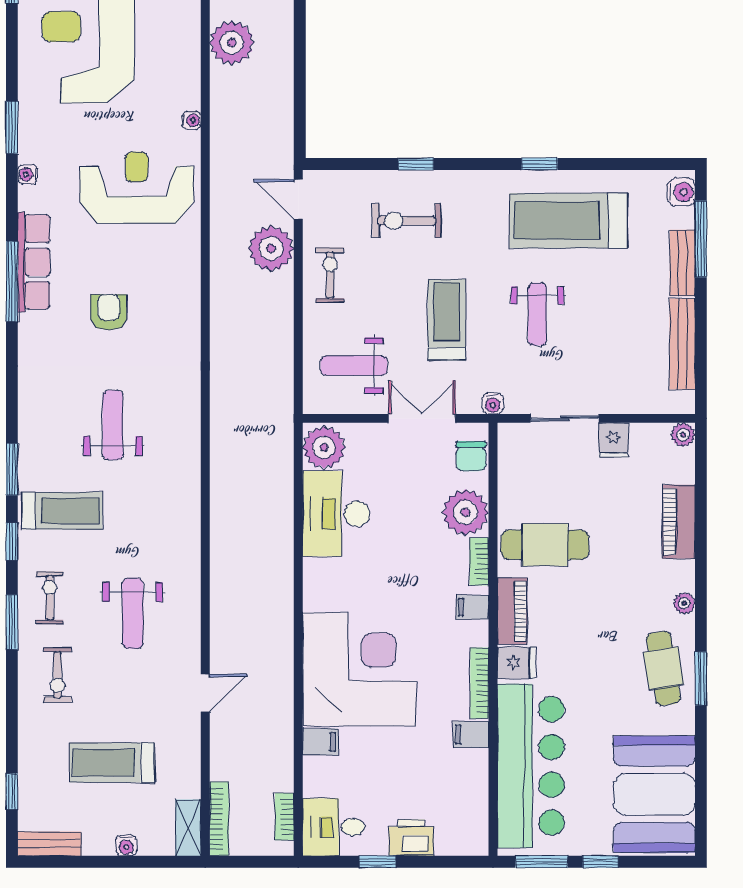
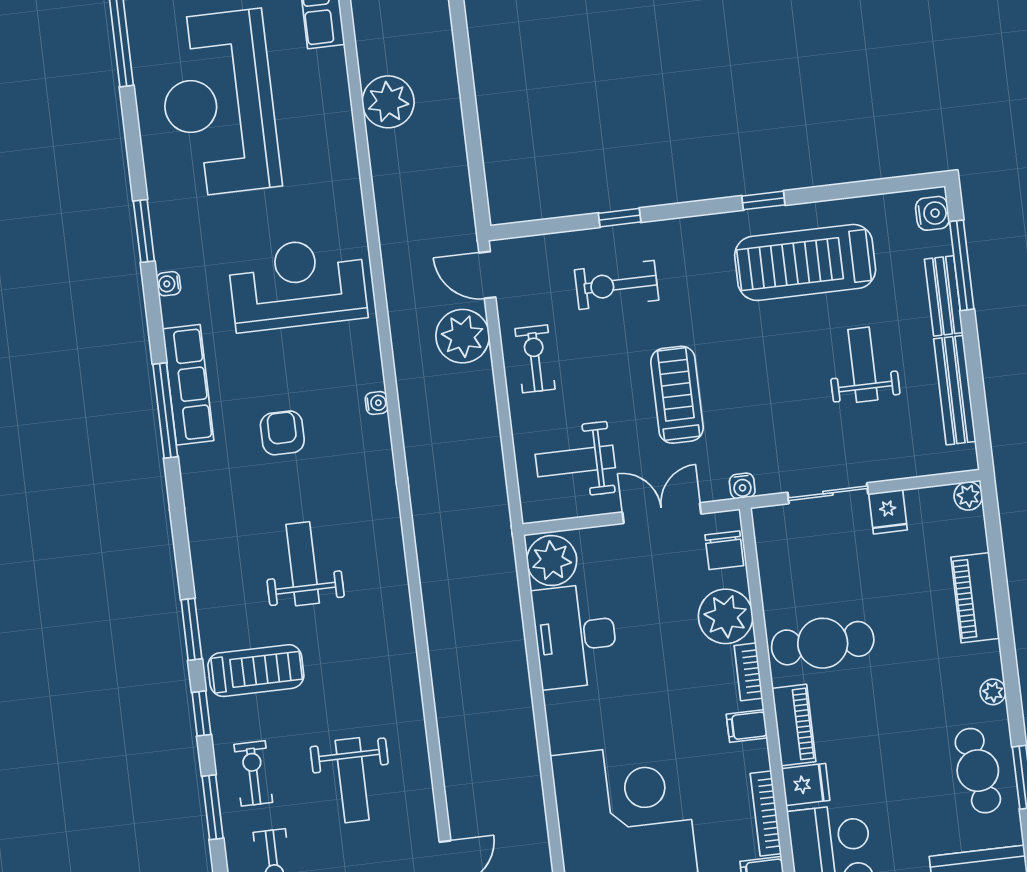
water cooler: (192, 120) -> (377, 403), moved
weight bench: (537, 314) -> (863, 365), moved, turned 180

